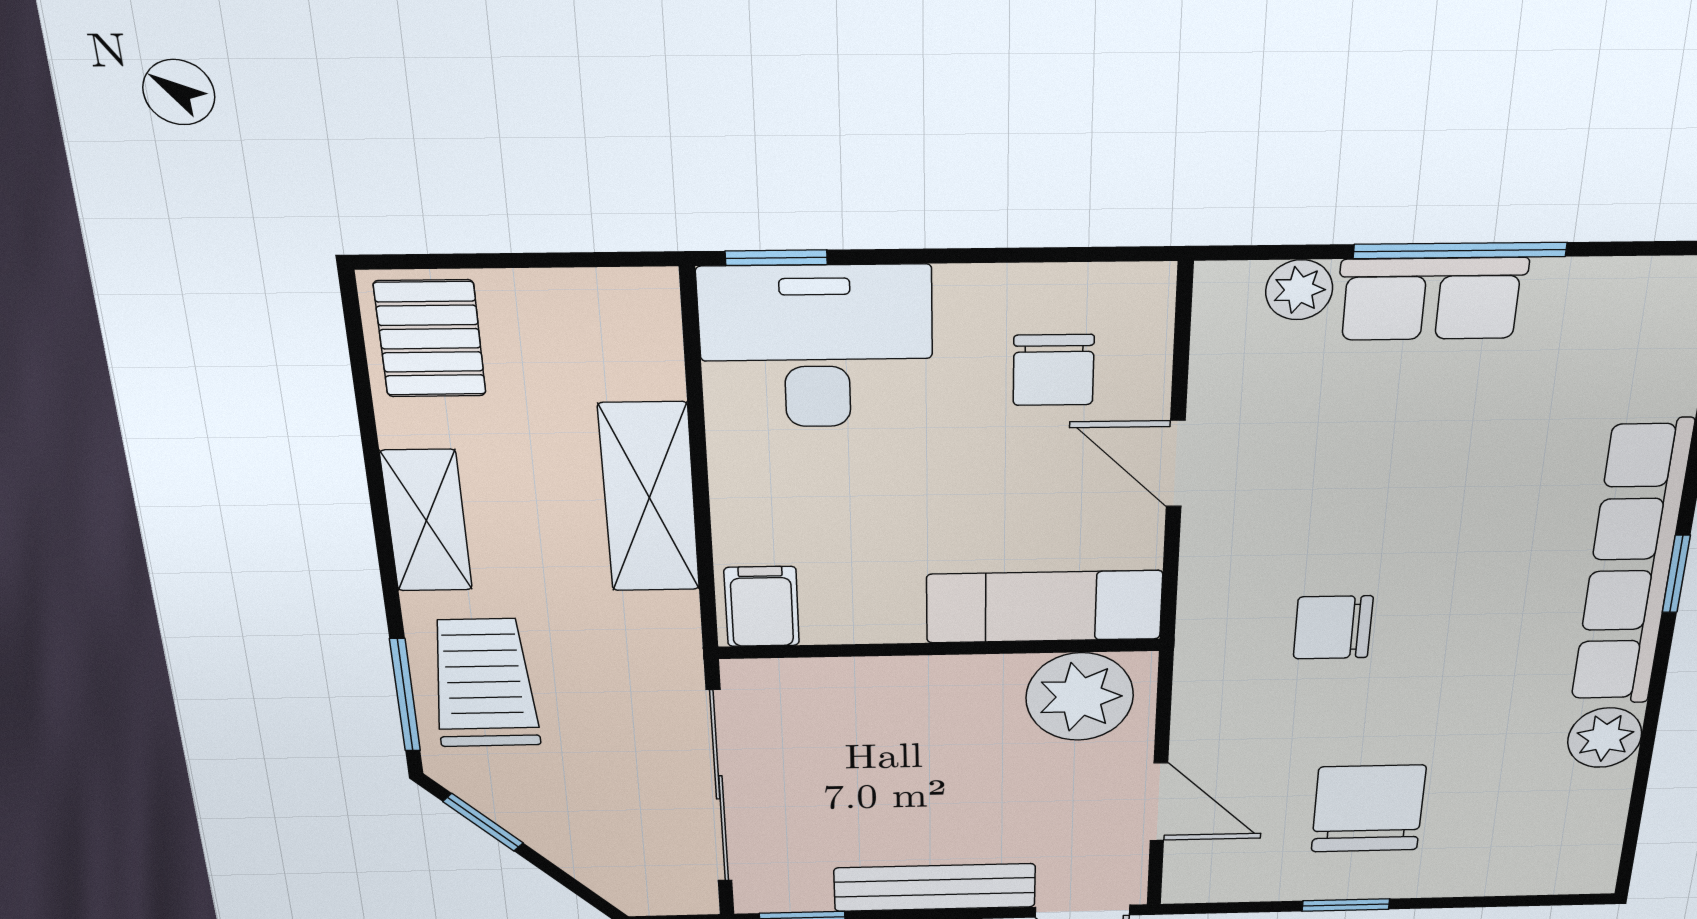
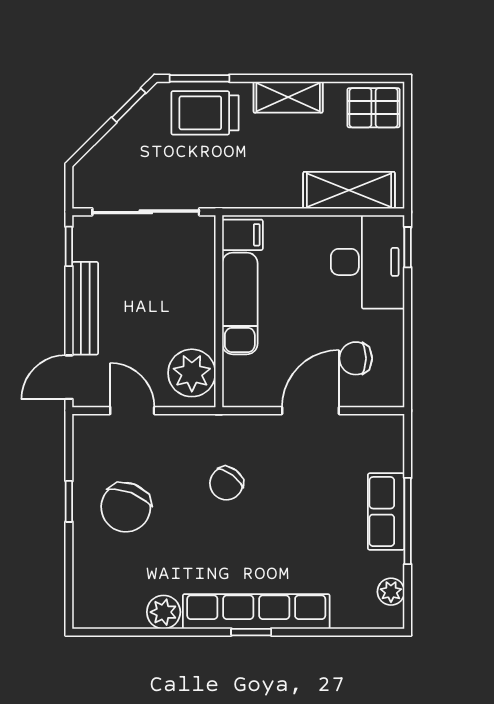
plant: (1299, 290) -> (391, 592), moved
door: (1176, 464) -> (311, 411), width x1.38
shelving: (649, 498) -> (349, 190), moved
exam couch: (1044, 607) -> (240, 303), moved
chair: (1333, 627) -> (226, 483), turned -143
trolley: (484, 683) -> (205, 113), turned 180
door: (1159, 802) -> (132, 411), swing flipped
chair: (1368, 809) -> (126, 507), turned 111

